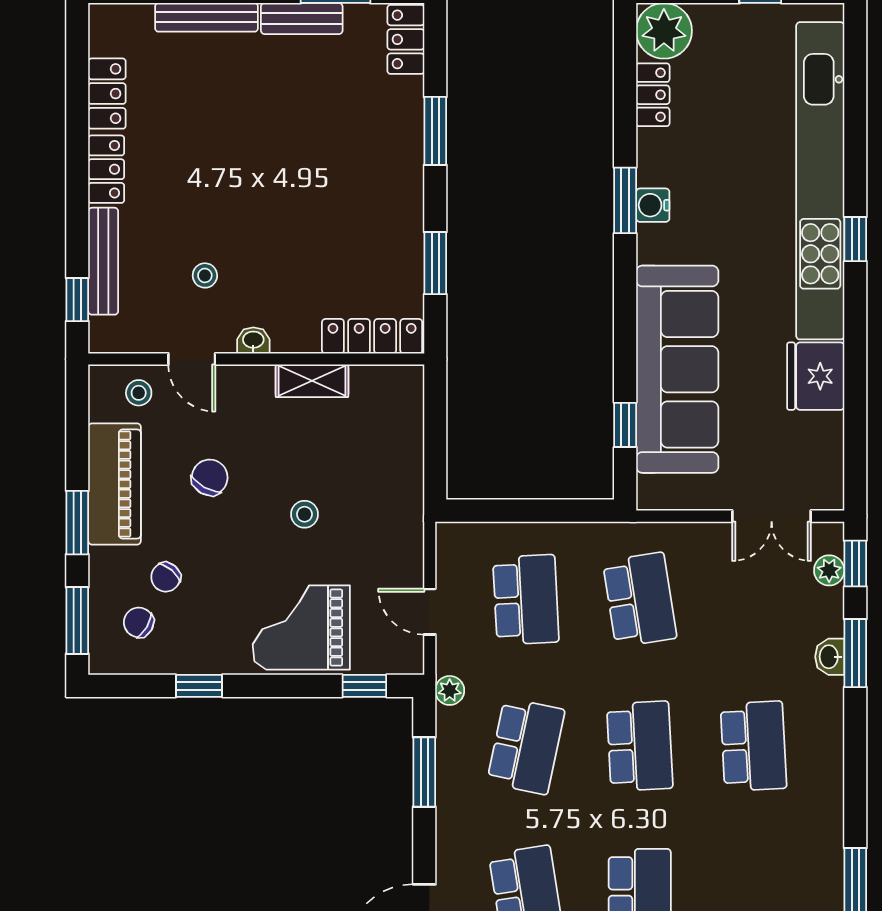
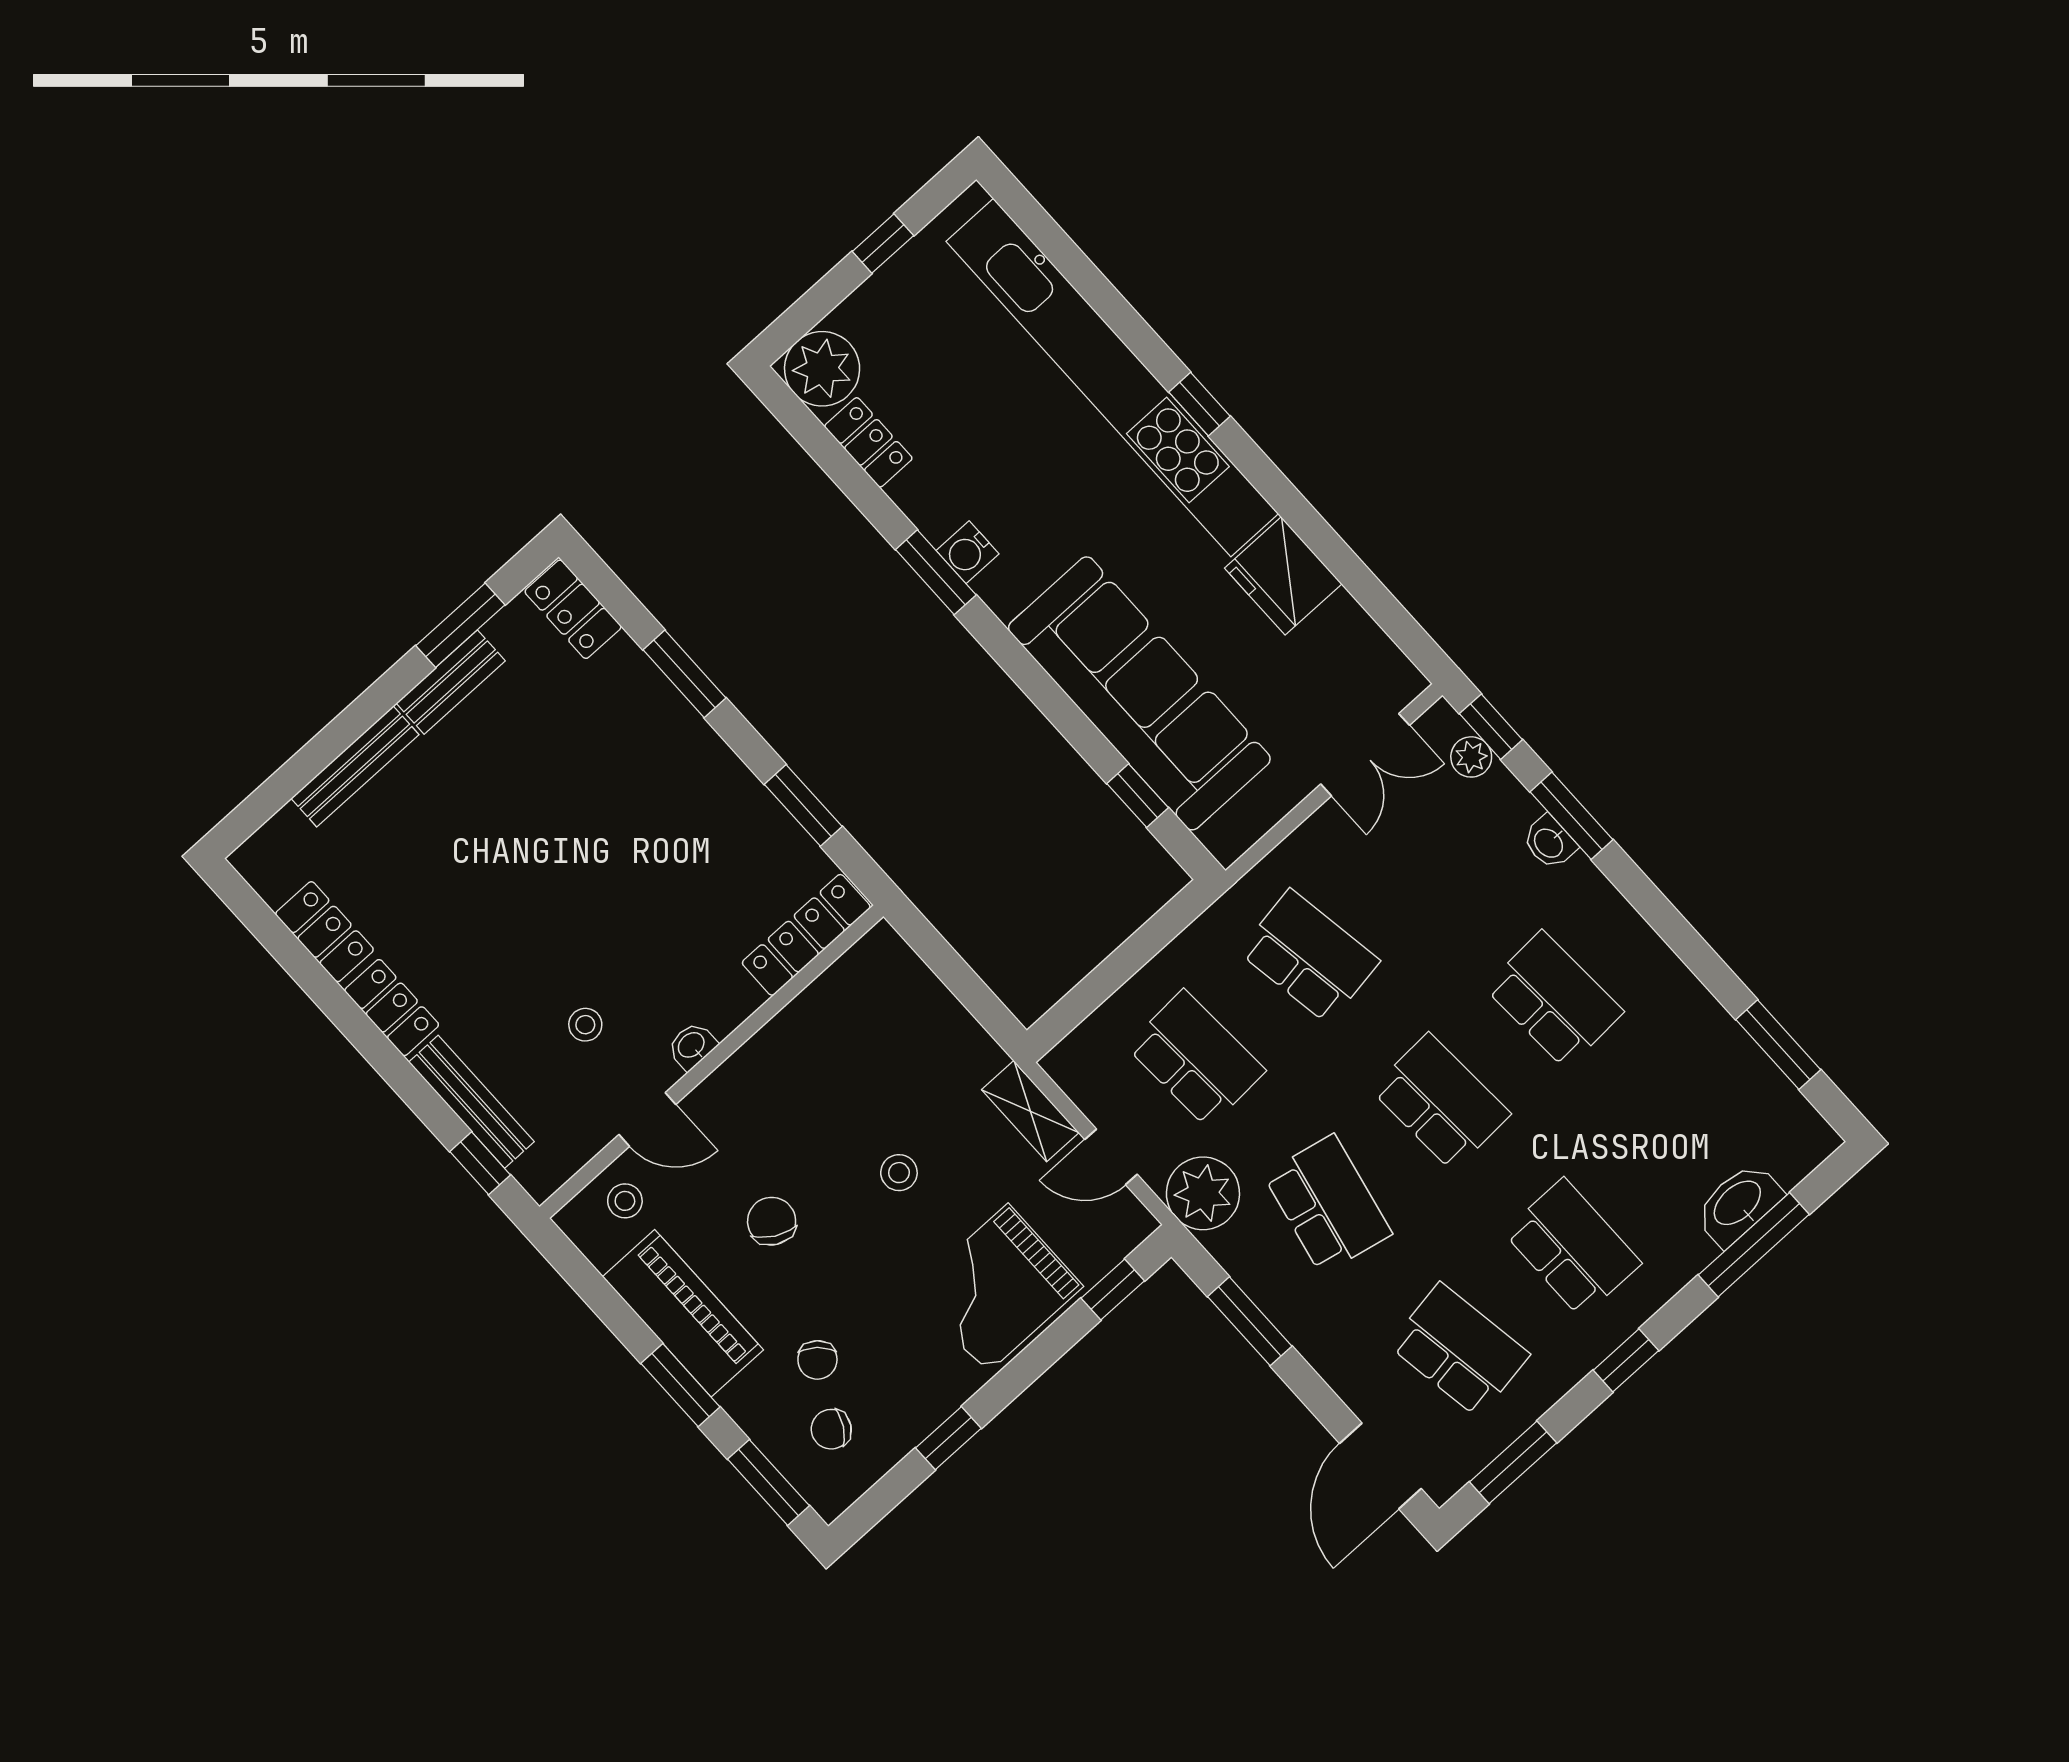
shelving: (312, 381) -> (1030, 1111), moved, turned 90
plant: (450, 690) -> (1203, 1193), width x1.88, depth x1.88

